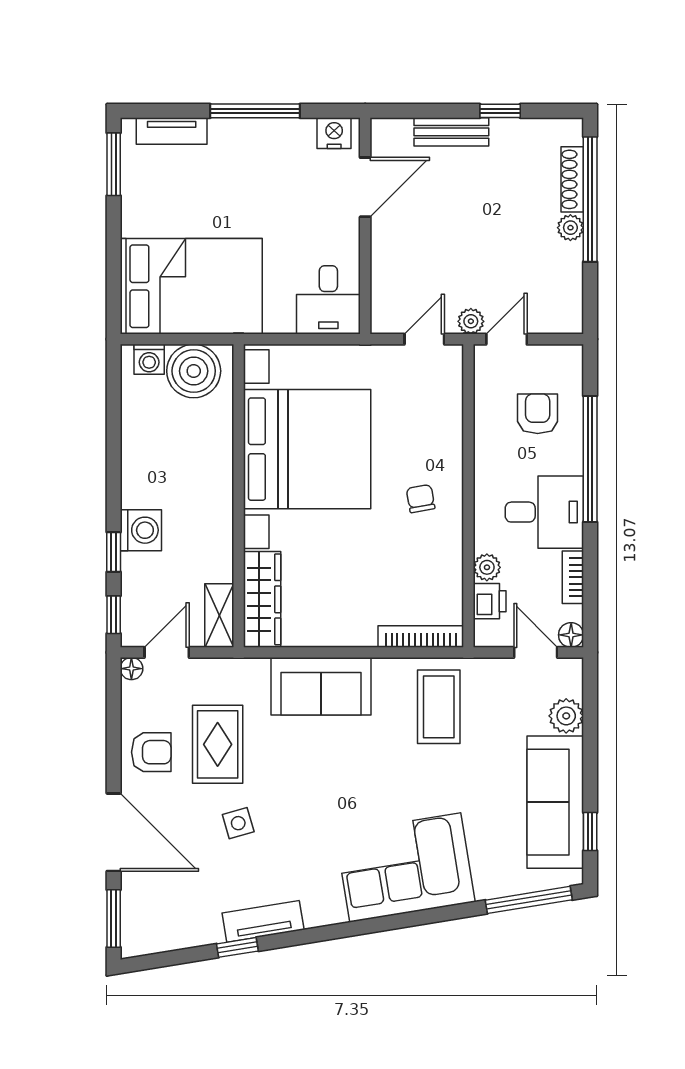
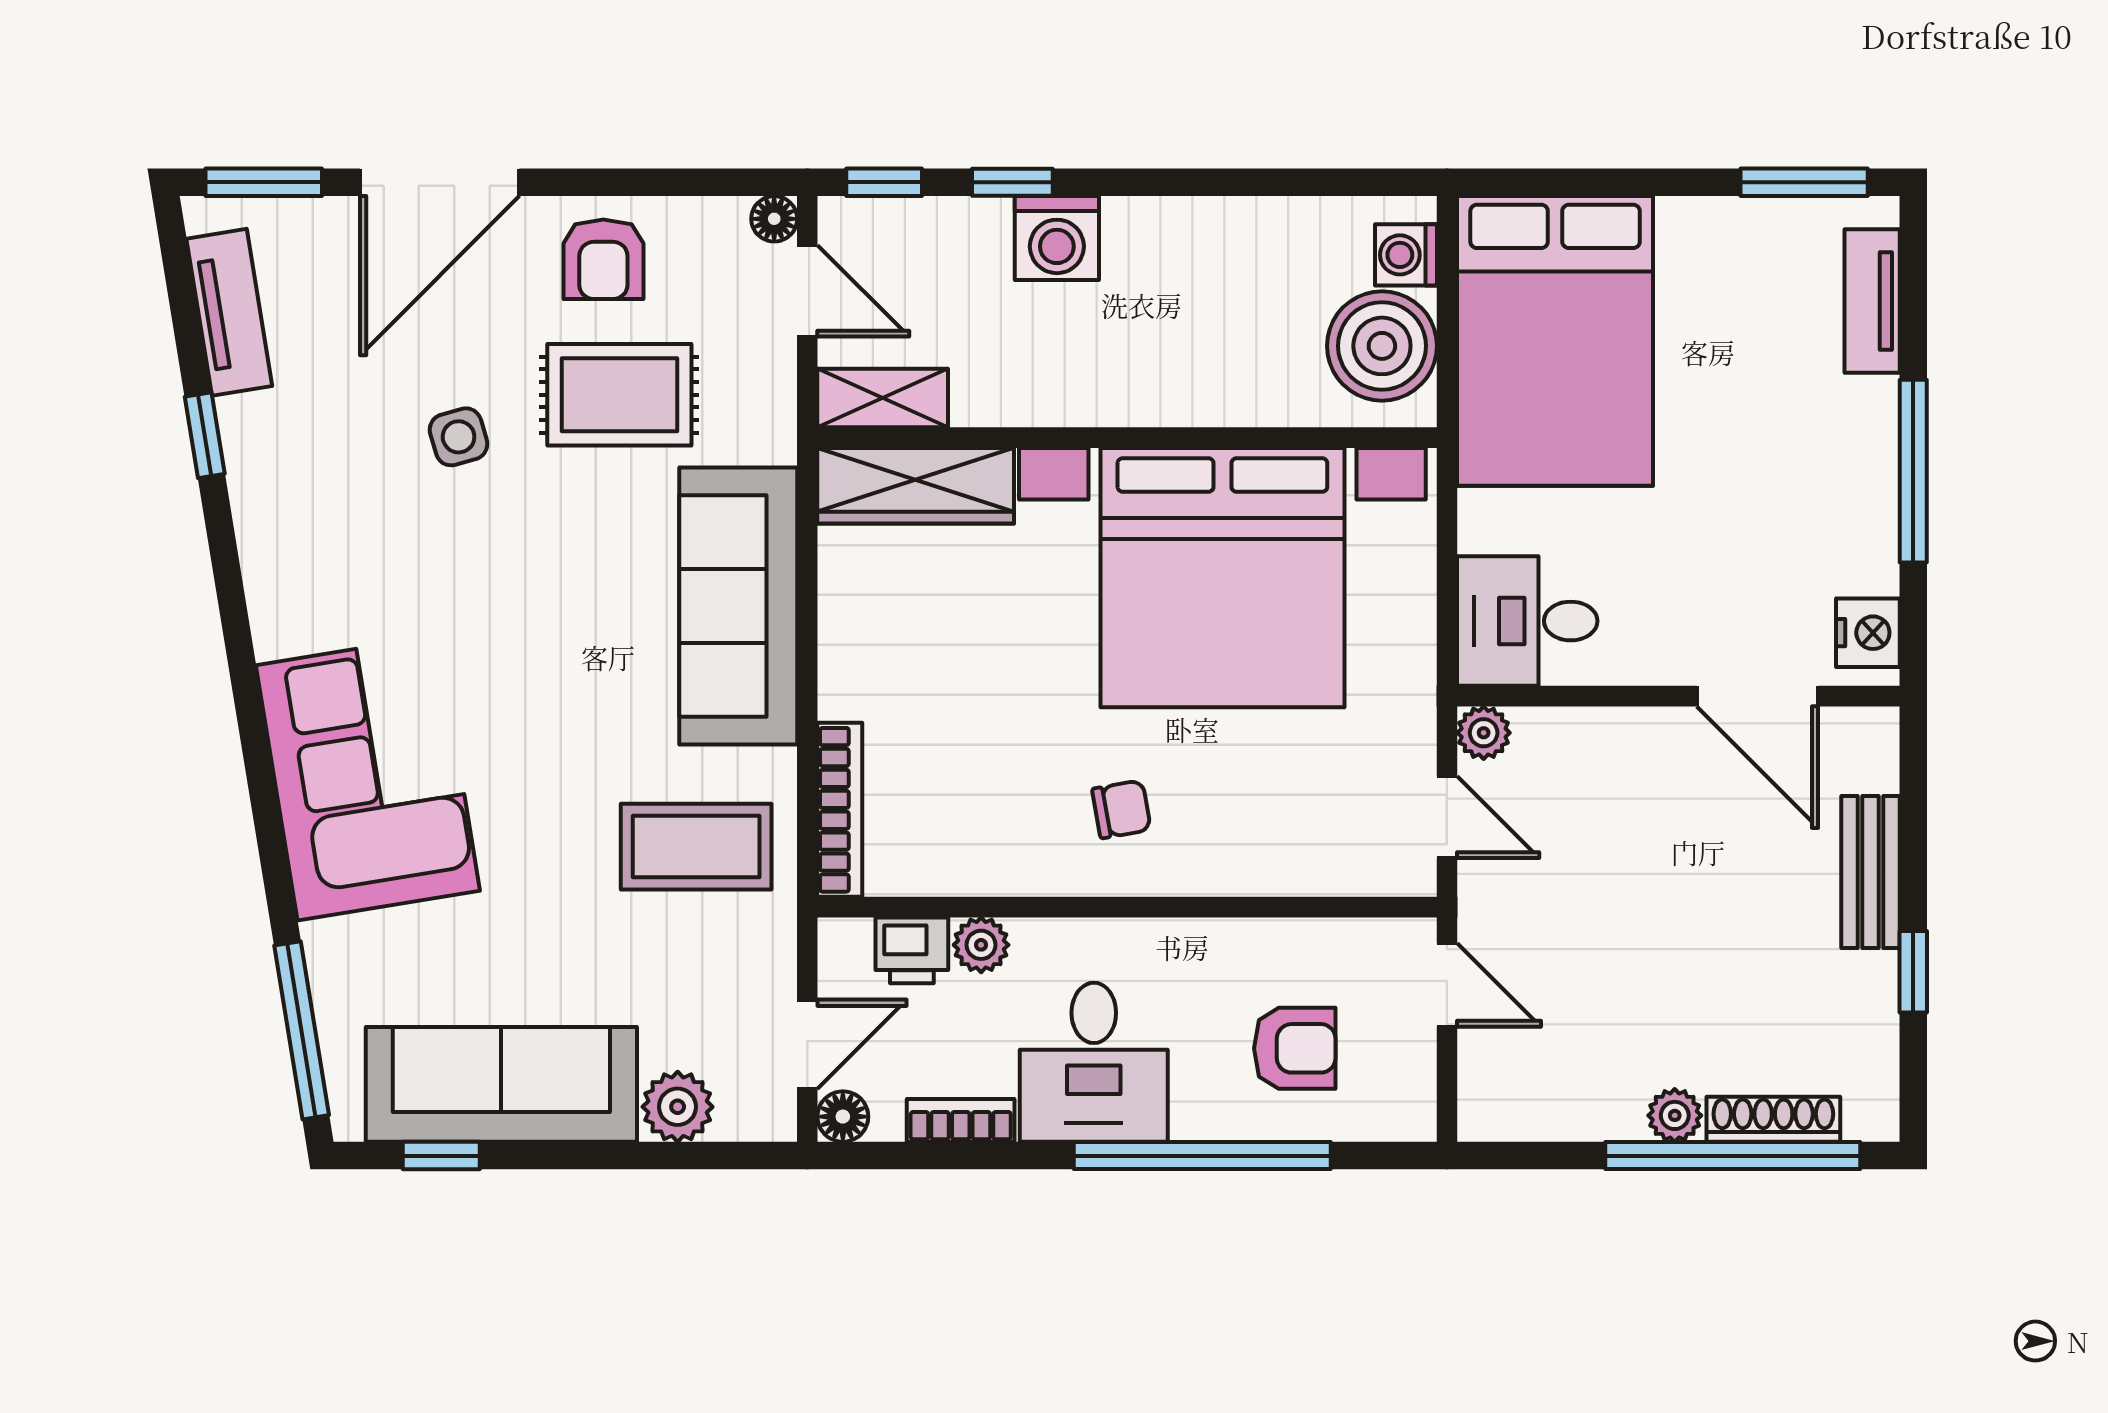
plant: (471, 321) -> (1484, 733), moved
sofa: (321, 686) -> (738, 606), width x1.36
tv unit: (263, 921) -> (229, 312), moved

